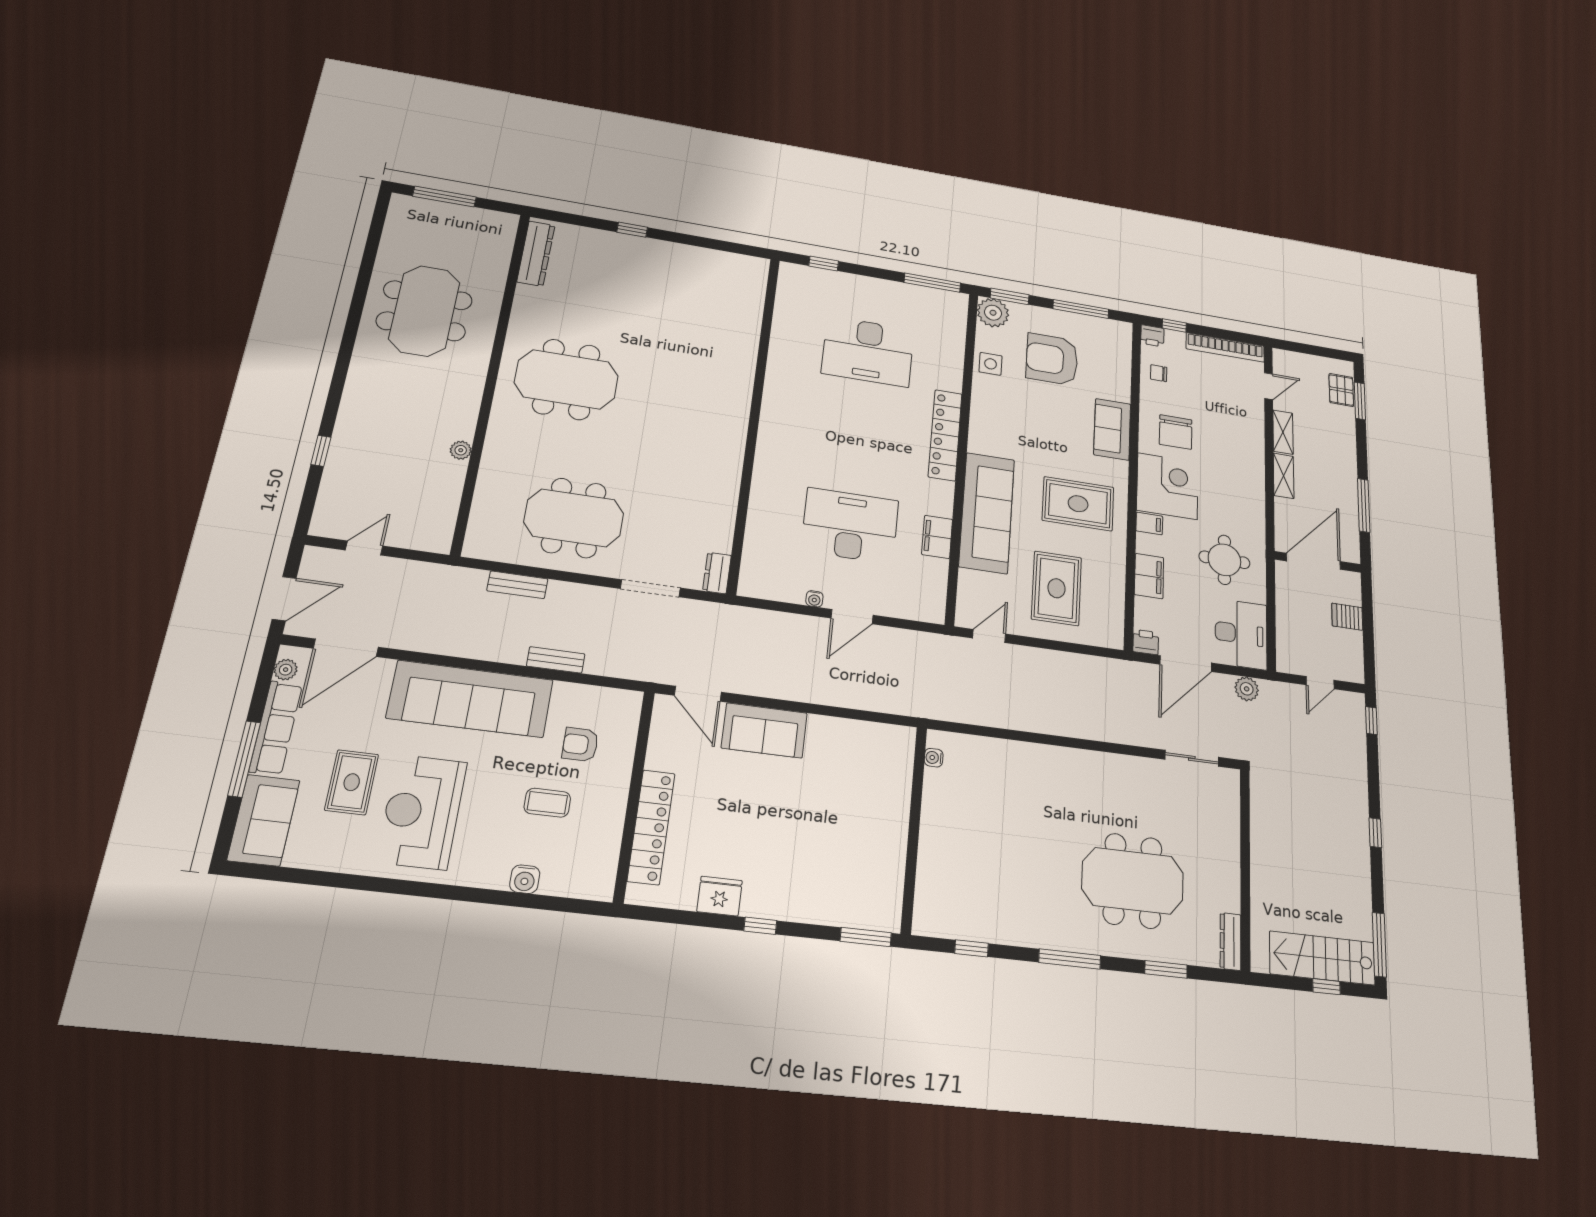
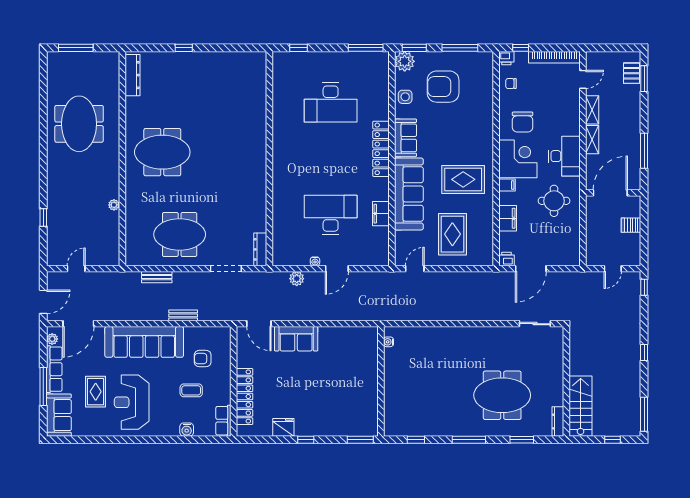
sofa: (1112, 429) -> (405, 138), moved, turned 180
dresser: (717, 573) -> (260, 249), width x1.44
desk: (1241, 634) -> (564, 156), moved
plant: (1247, 689) -> (297, 279), moved
row of seats: (602, 870) -> (223, 421), added
stairs: (1322, 958) -> (581, 406), moved, turned 90

